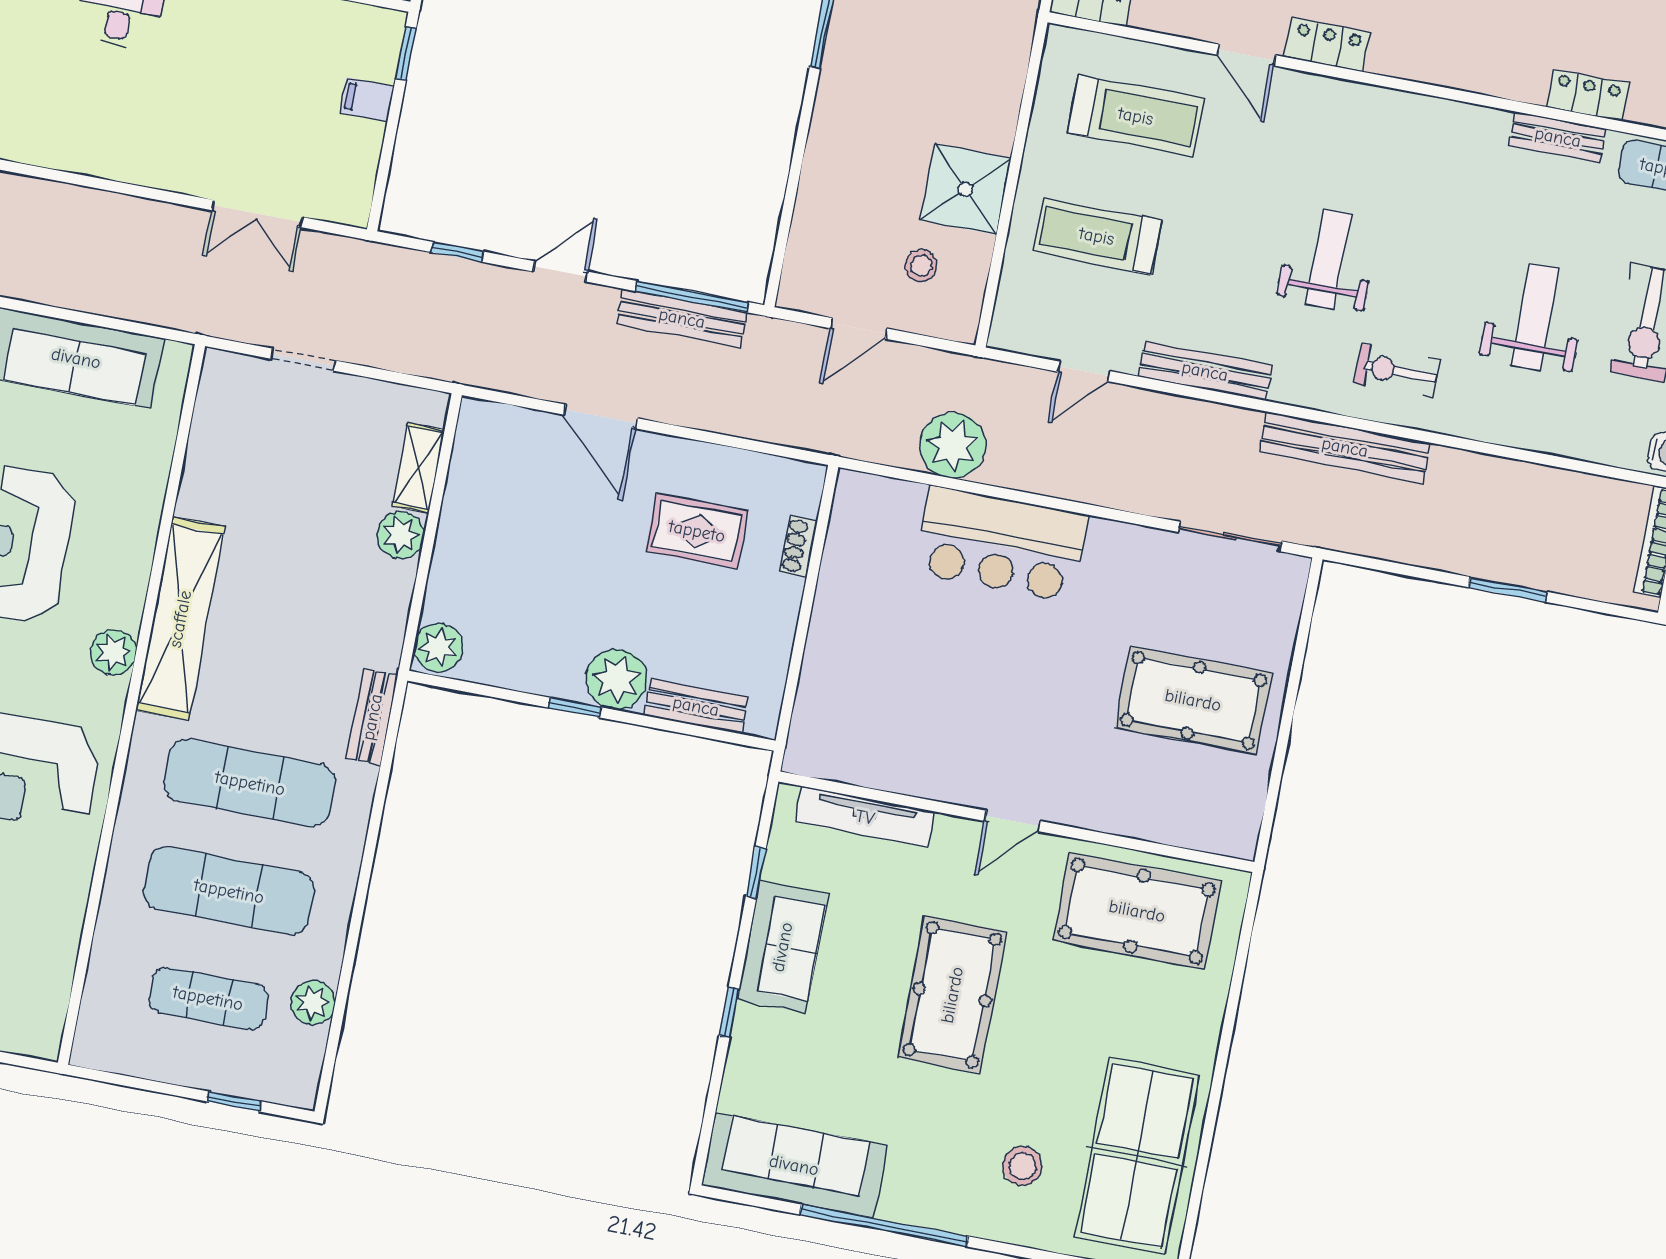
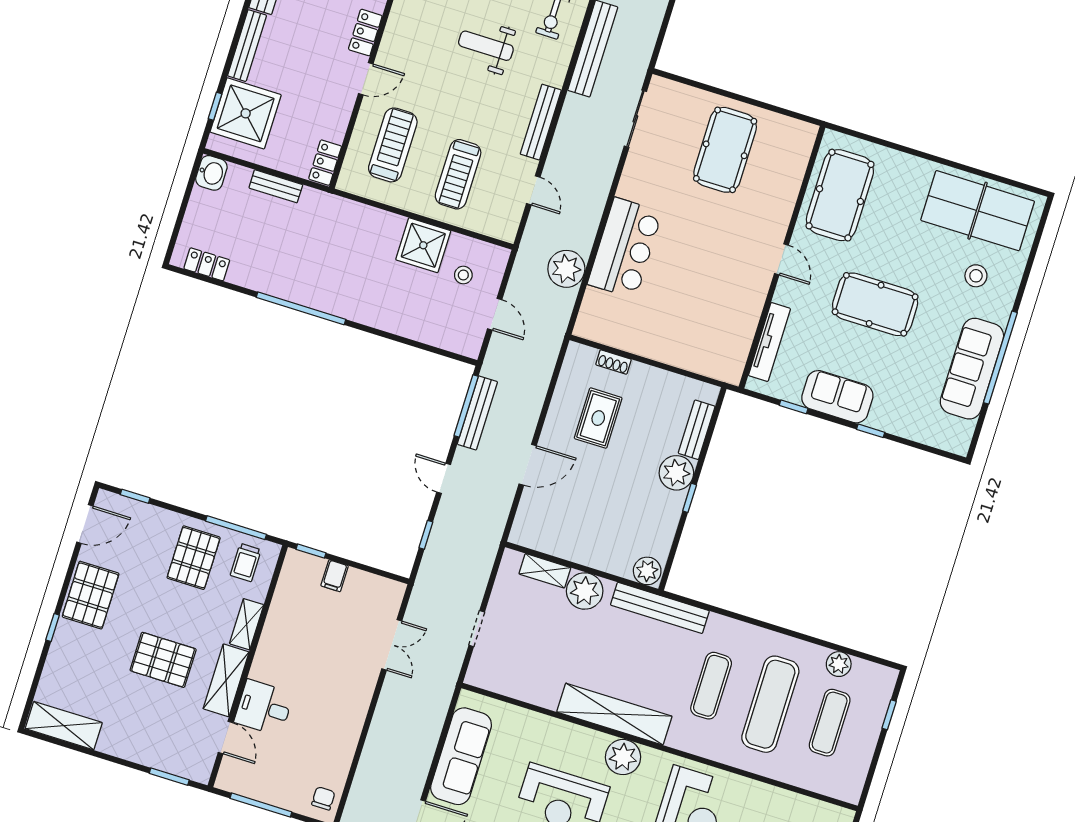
plant: (401, 535) -> (585, 591), width x1.36, depth x1.36
plant: (113, 652) -> (623, 757), width x1.36, depth x1.36
bench: (372, 717) -> (660, 608), width x1.86, depth x1.21
exercise mat: (250, 783) -> (711, 686), width x0.73, depth x0.69
sofa: (794, 1165) -> (972, 369), moved

